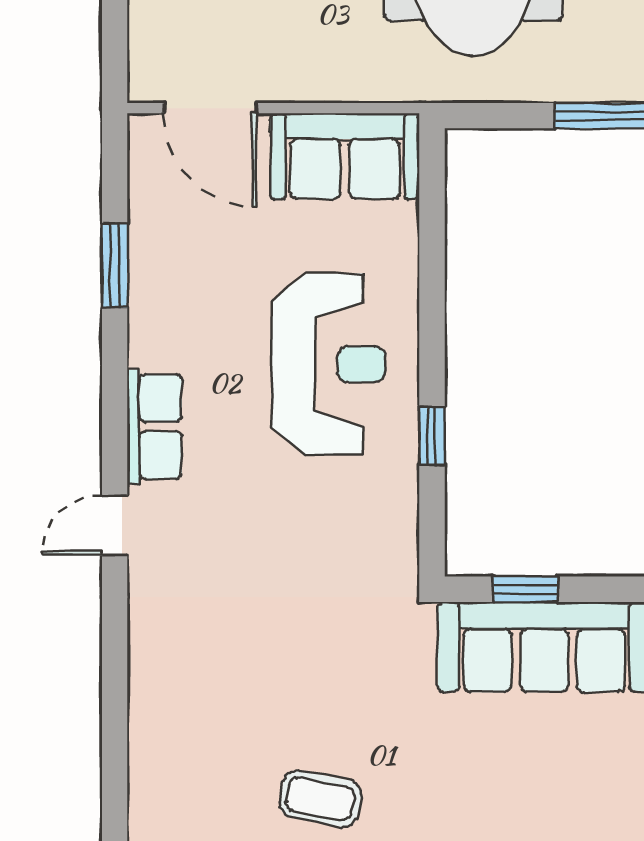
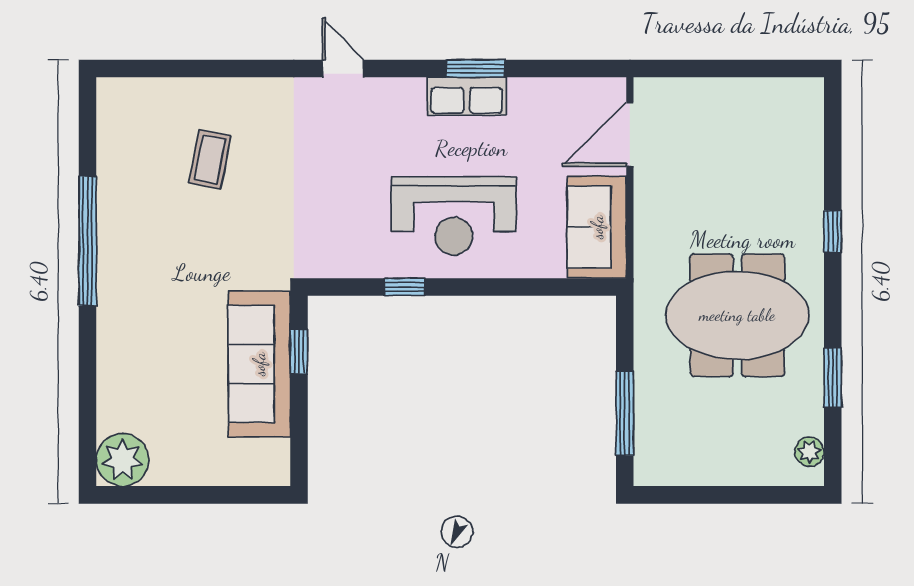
window: (115, 265) -> (475, 69), moved
row of seats: (155, 427) -> (467, 96), moved
coffee table: (320, 799) -> (210, 159), moved

